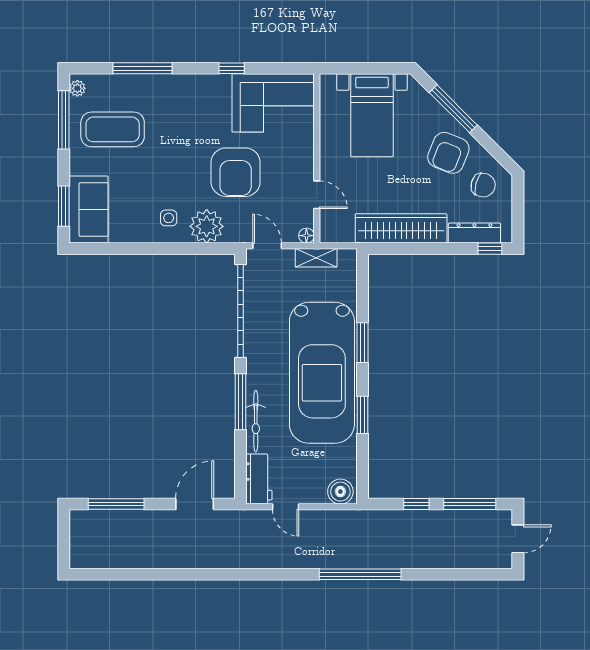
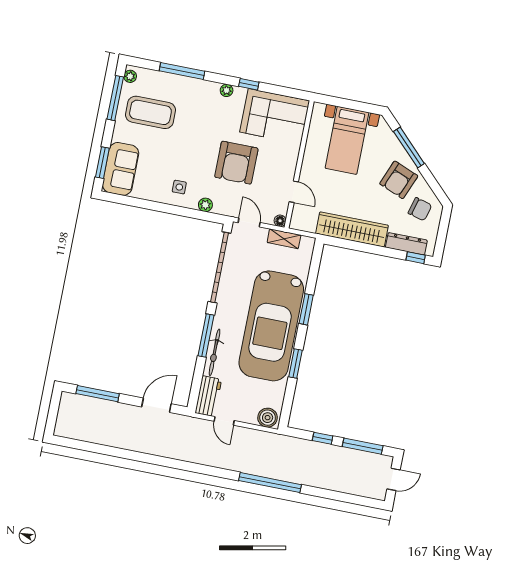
plant: (205, 82) -> (227, 90), added
plant: (207, 226) -> (205, 205), width x0.53, depth x0.53

